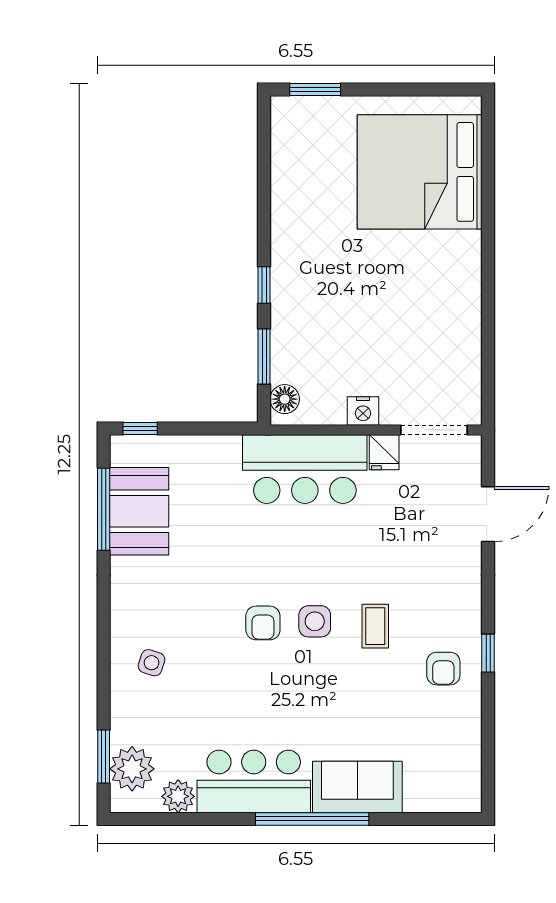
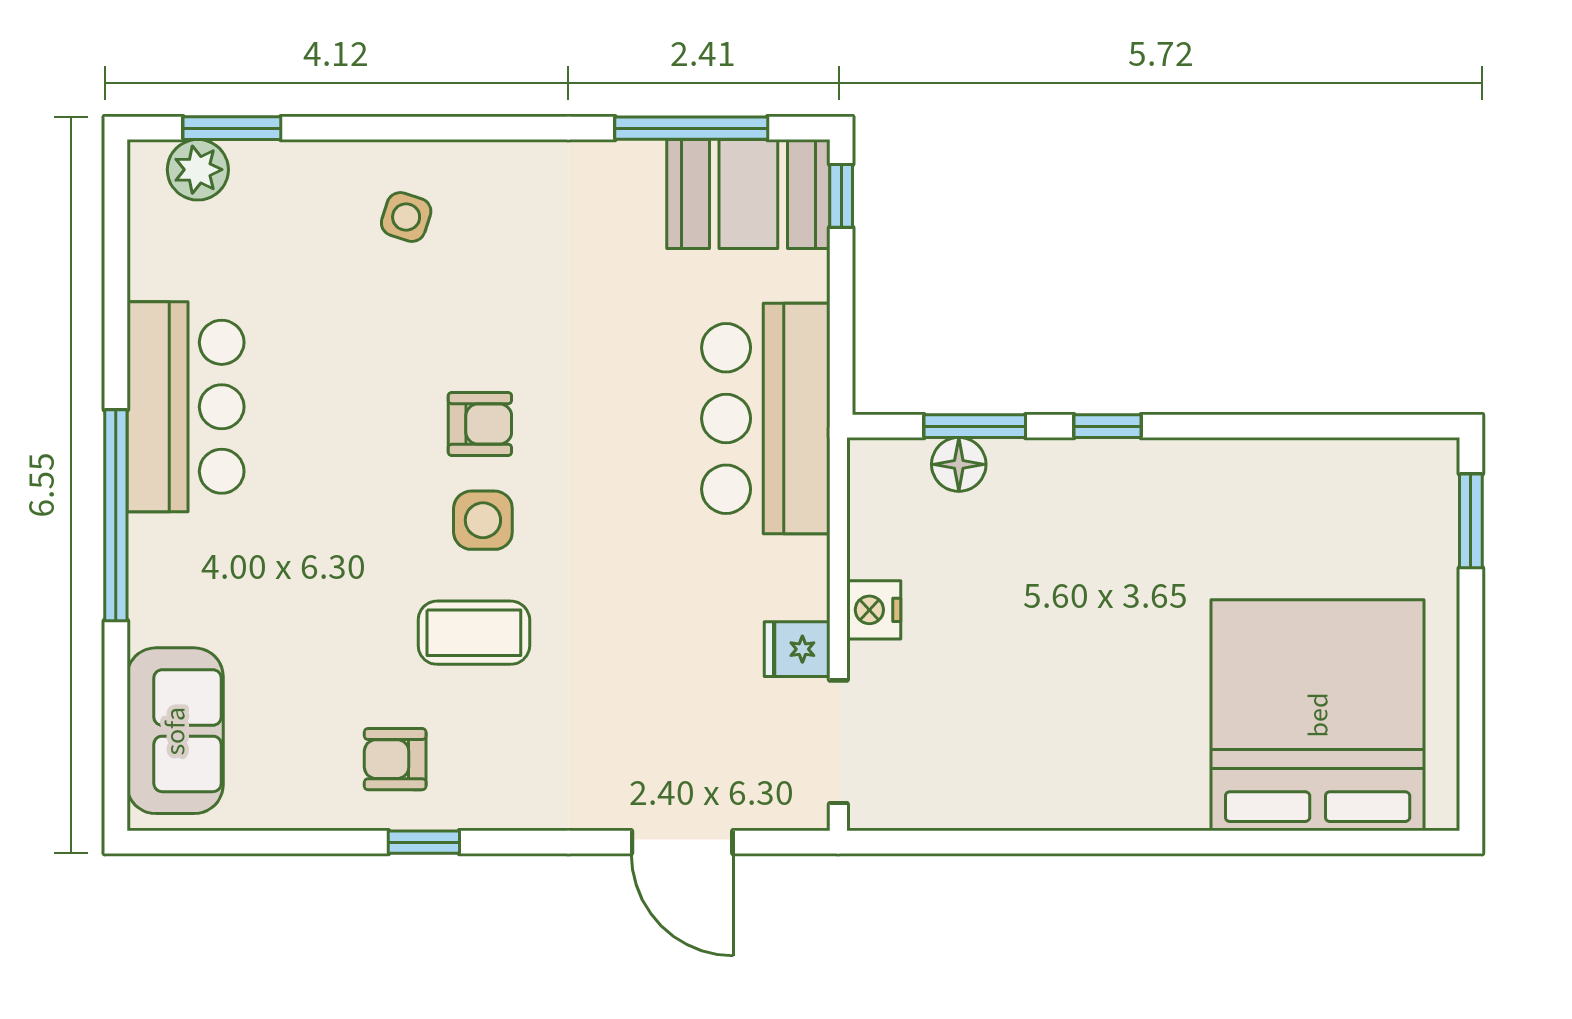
floor lamp: (285, 399) -> (959, 464), moved
bar counter: (305, 469) -> (766, 418), moved
booth: (139, 511) -> (748, 194), moved
armchair: (263, 623) -> (480, 424), turned 180
coffee table: (375, 626) -> (474, 633), width x1.36, depth x1.30
plant: (132, 769) -> (198, 170), width x0.73, depth x0.73
sofa: (357, 787) -> (175, 731), moved
plant: (178, 796) -> (158, 266), removed

